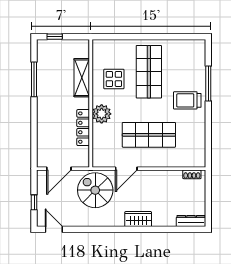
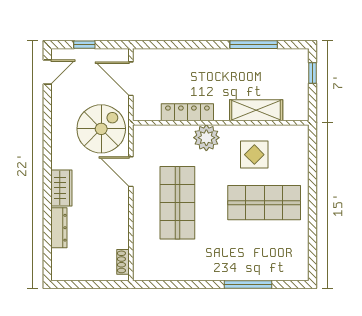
trolley: (187, 100) -> (225, 255), removed
dresser: (191, 221) -> (59, 228), moved

